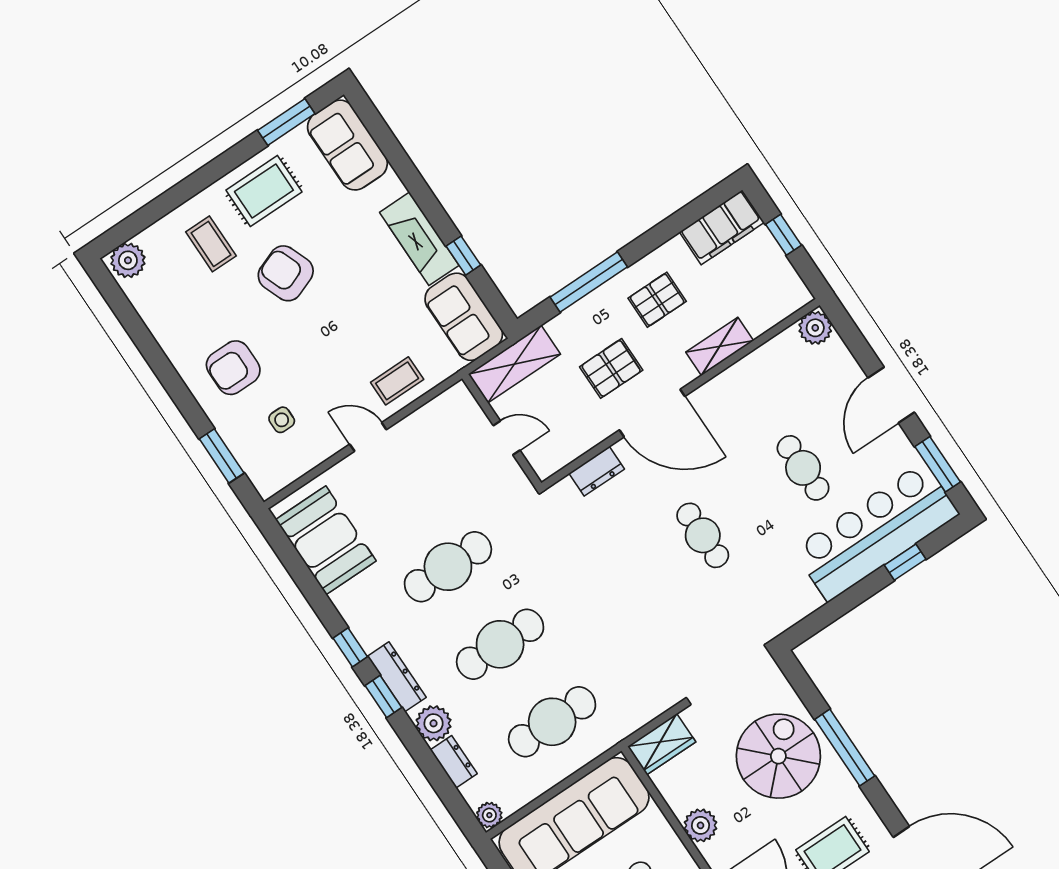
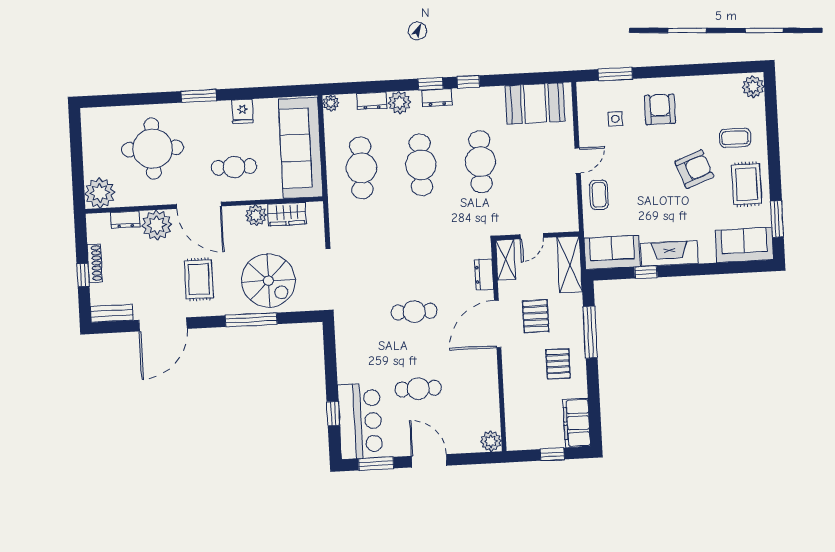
shelving: (720, 346) -> (506, 260), moved
bar counter: (876, 532) -> (360, 421), width x0.73
dresser: (397, 677) -> (437, 98), width x0.70
wardrobe: (662, 744) -> (287, 214), moved, turned -90

